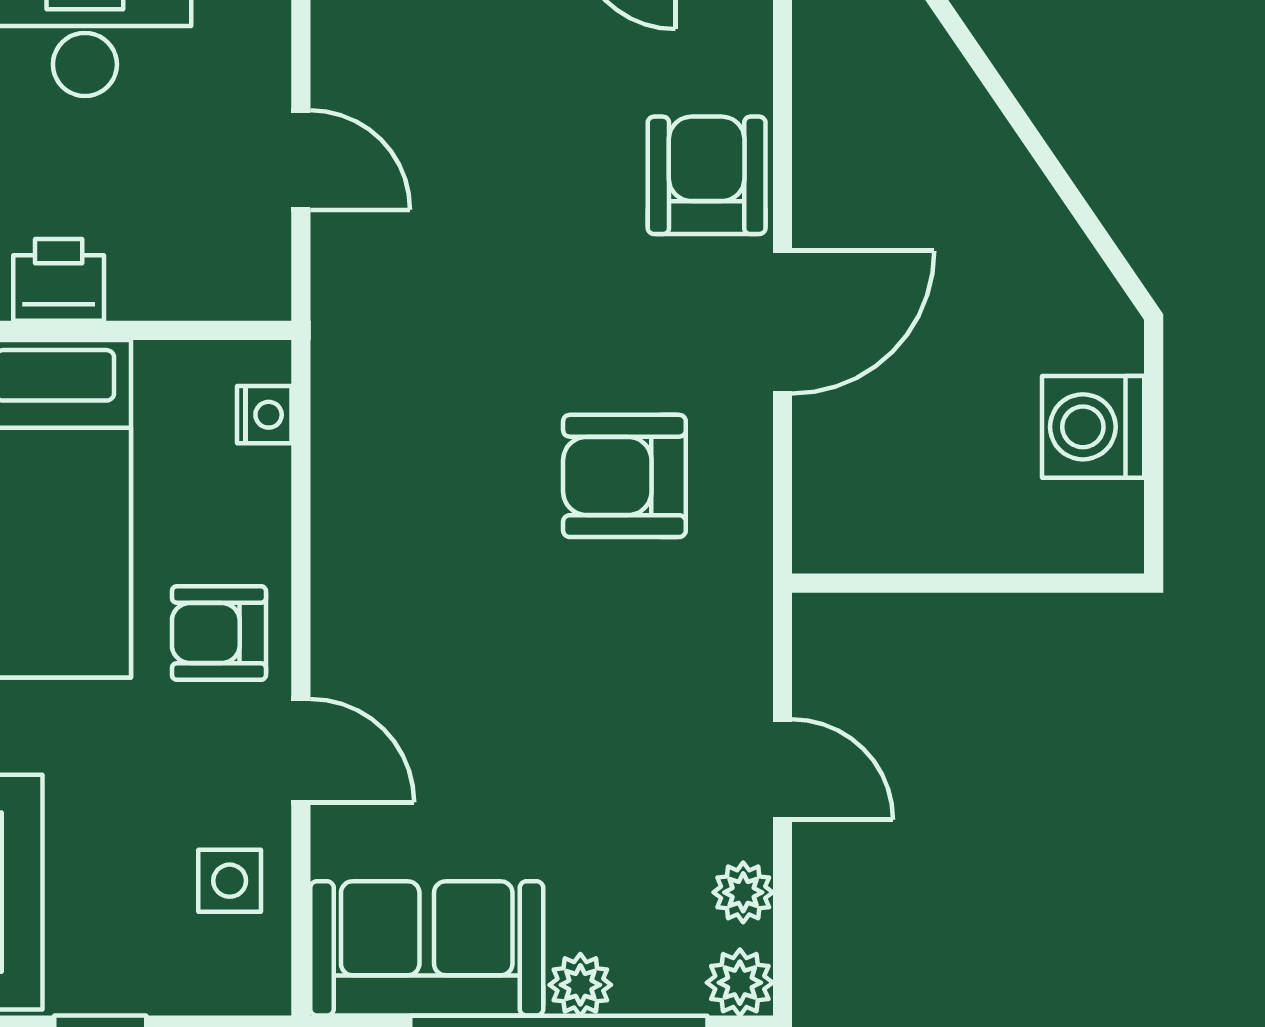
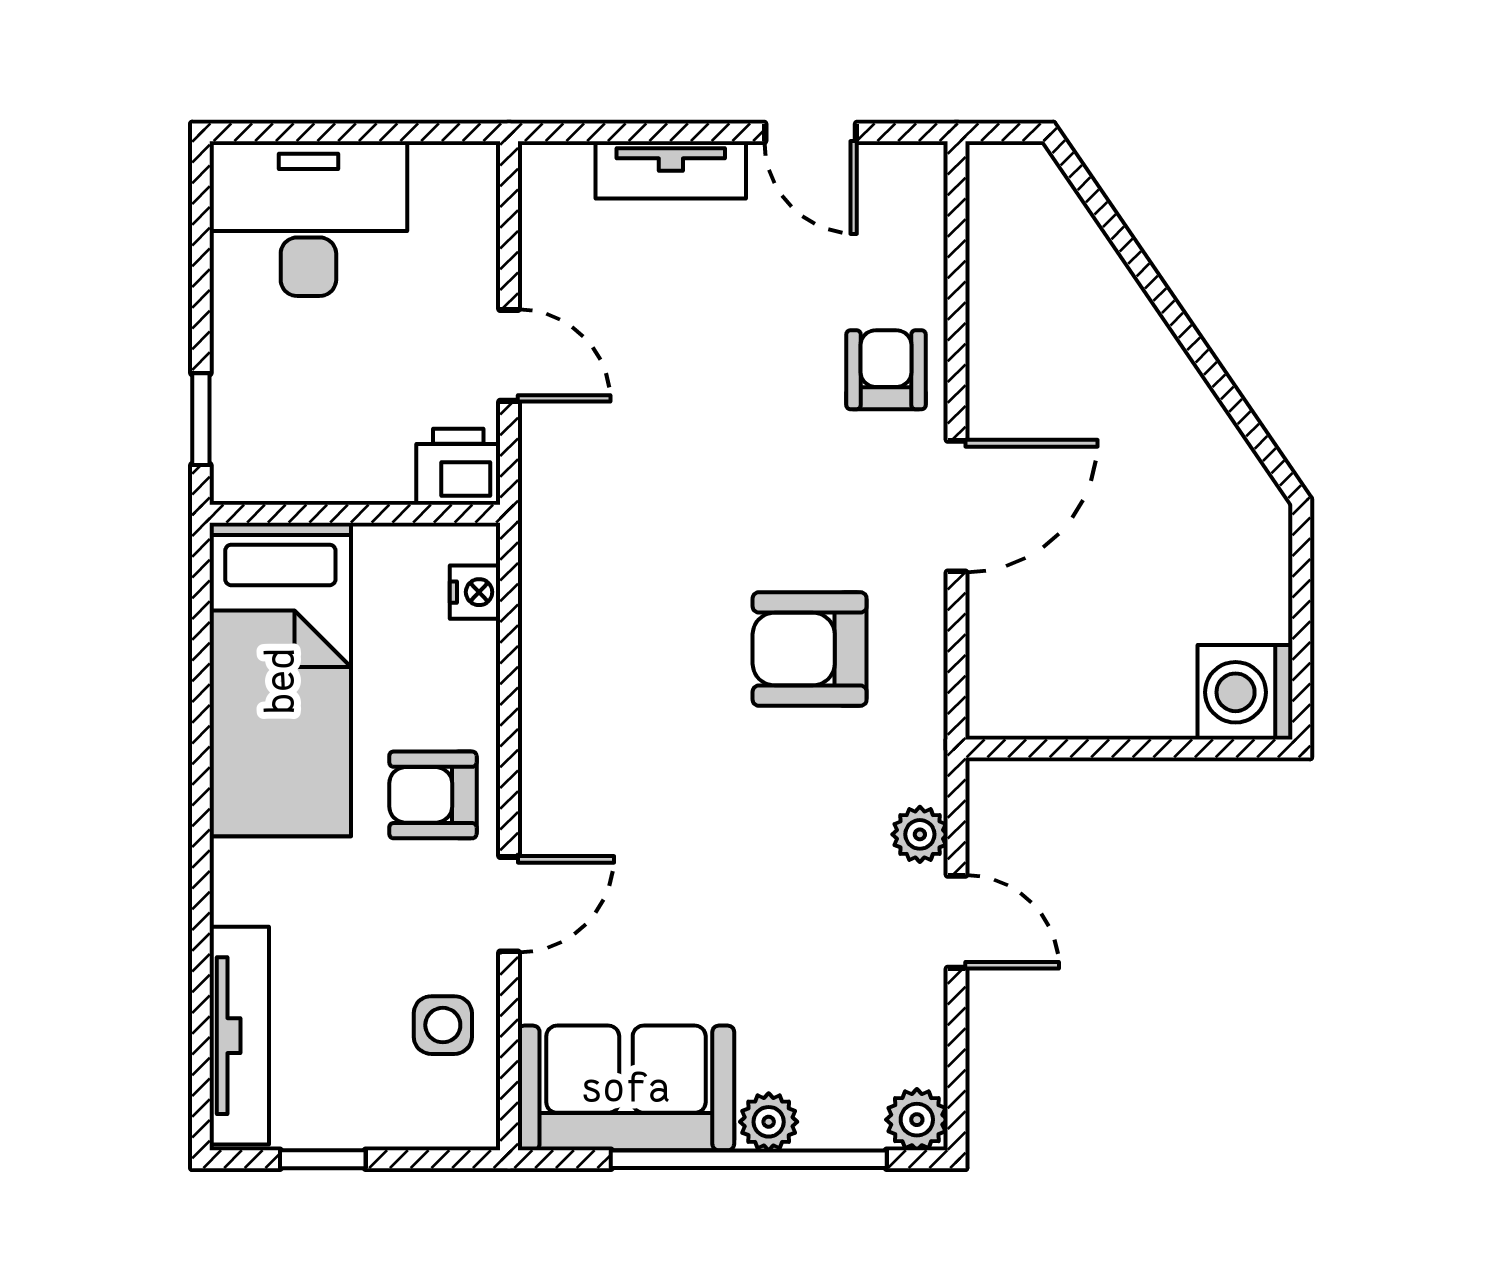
armchair: (707, 175) -> (886, 370), width x0.72, depth x0.72
printer: (59, 280) -> (458, 467), moved
washing machine: (1093, 427) -> (1245, 692), moved
door: (301, 751) -> (509, 904), hinge flipped
plant: (743, 892) -> (920, 834), moved

